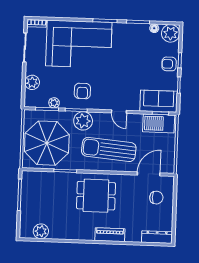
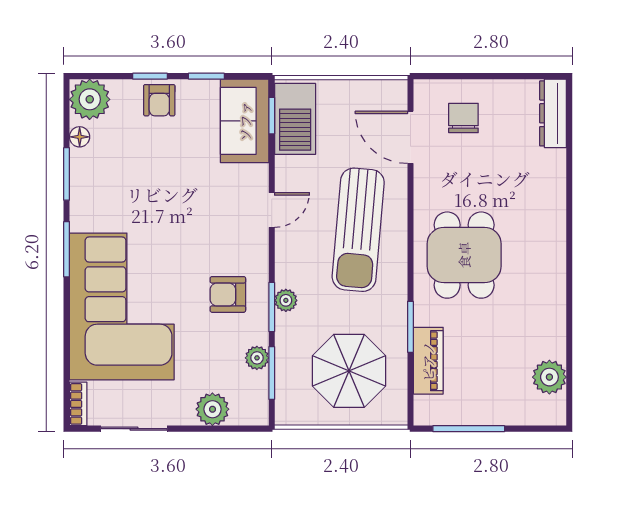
armchair: (82, 91) -> (228, 294), turned 180
plant: (83, 121) -> (286, 300), width x0.53, depth x0.53
parasol: (47, 143) -> (349, 371), width x0.73, depth x0.73
piano: (110, 235) -> (428, 361), moved, turned 180

